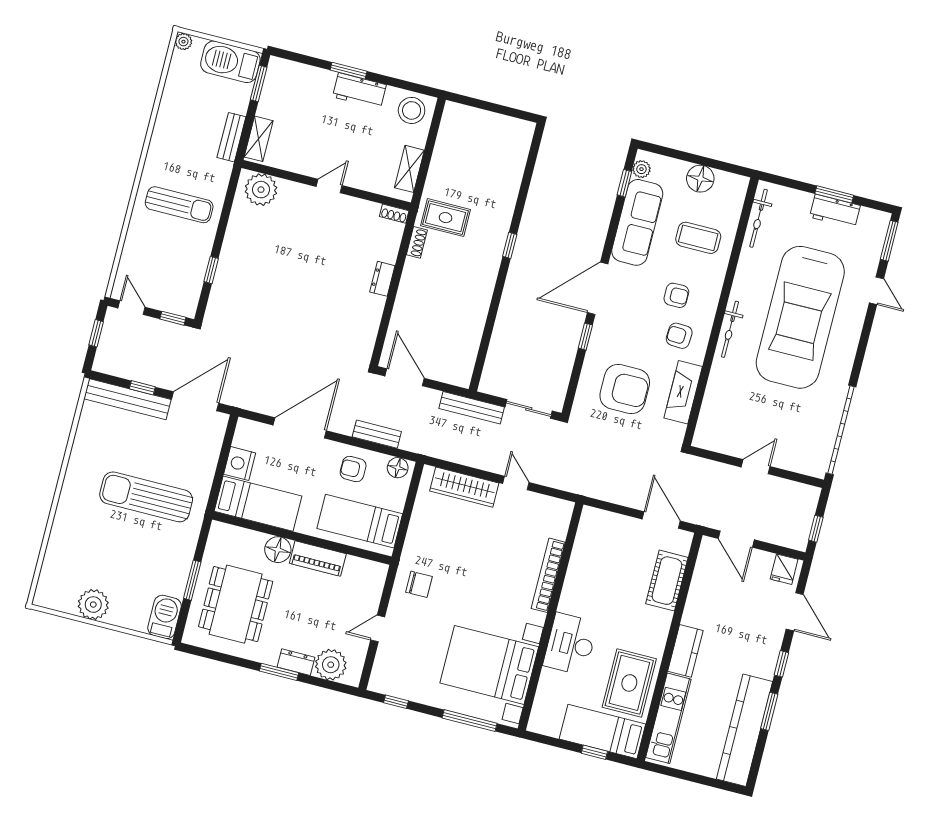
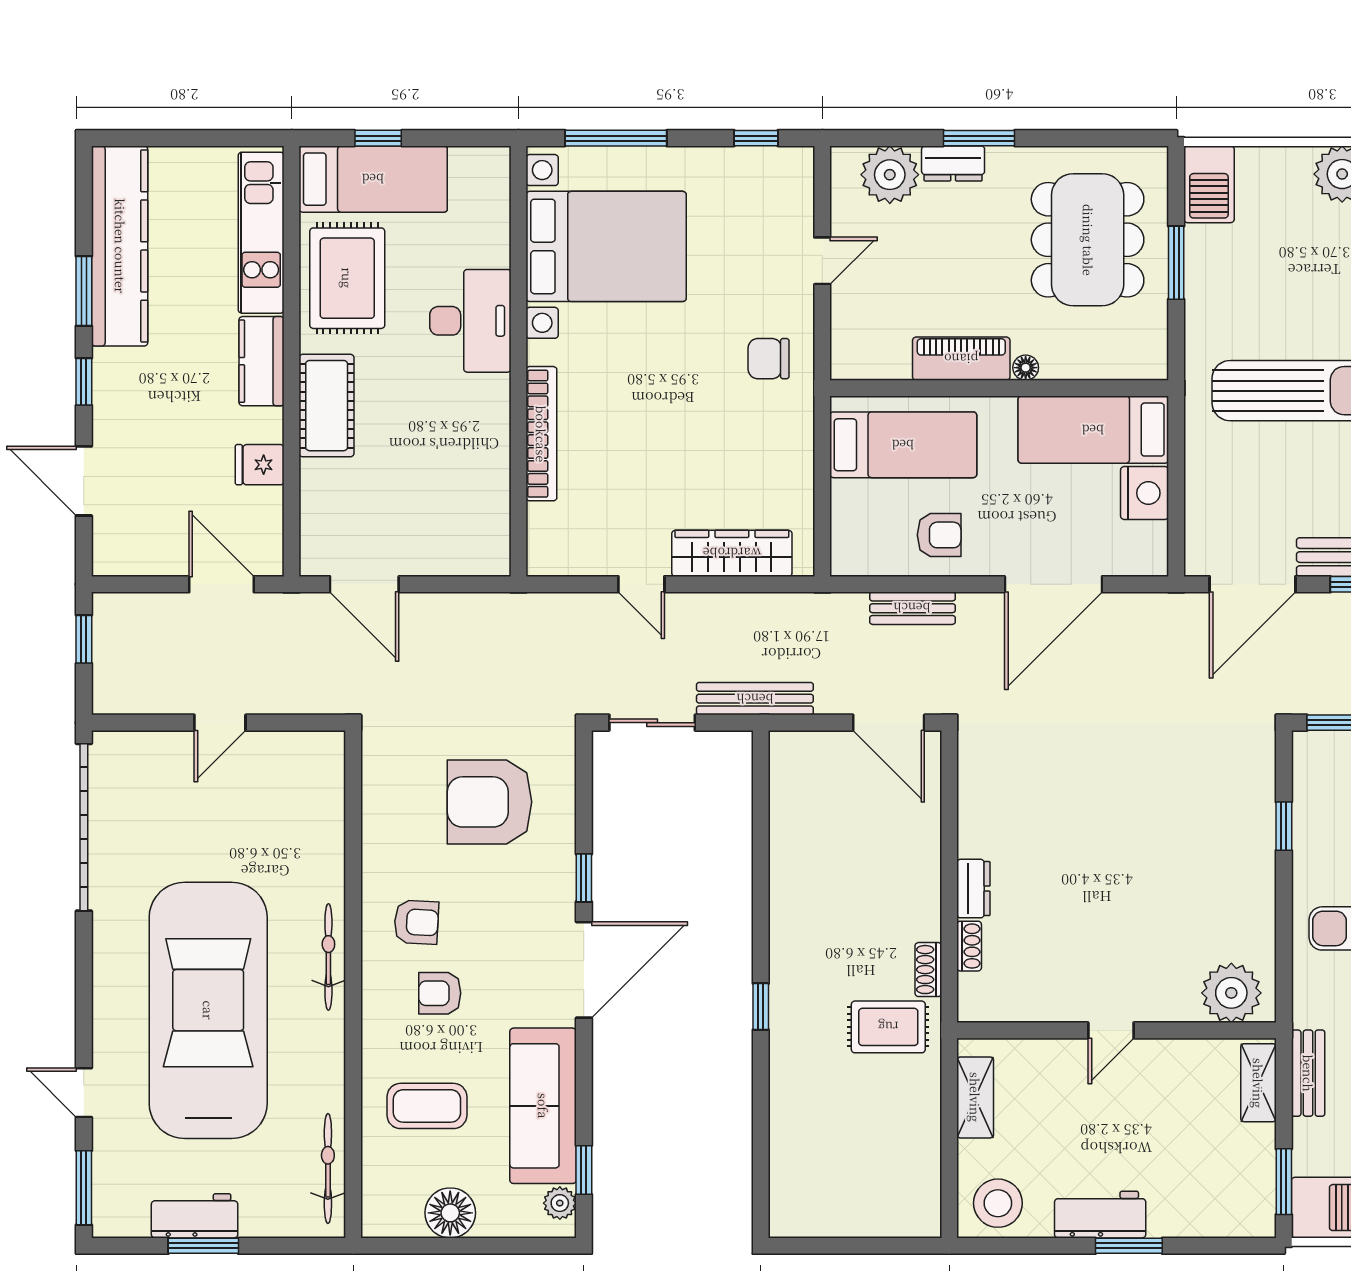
shoe rack: (394, 214) -> (969, 946), moved, turned 90
fireplace: (683, 392) -> (383, 823), removed
floor lamp: (398, 468) -> (860, 558), removed
floor lamp: (278, 550) -> (1026, 368), width x0.53, depth x0.53
fridge: (784, 569) -> (260, 465), moved, turned -90
cot: (667, 581) -> (327, 406), moved

